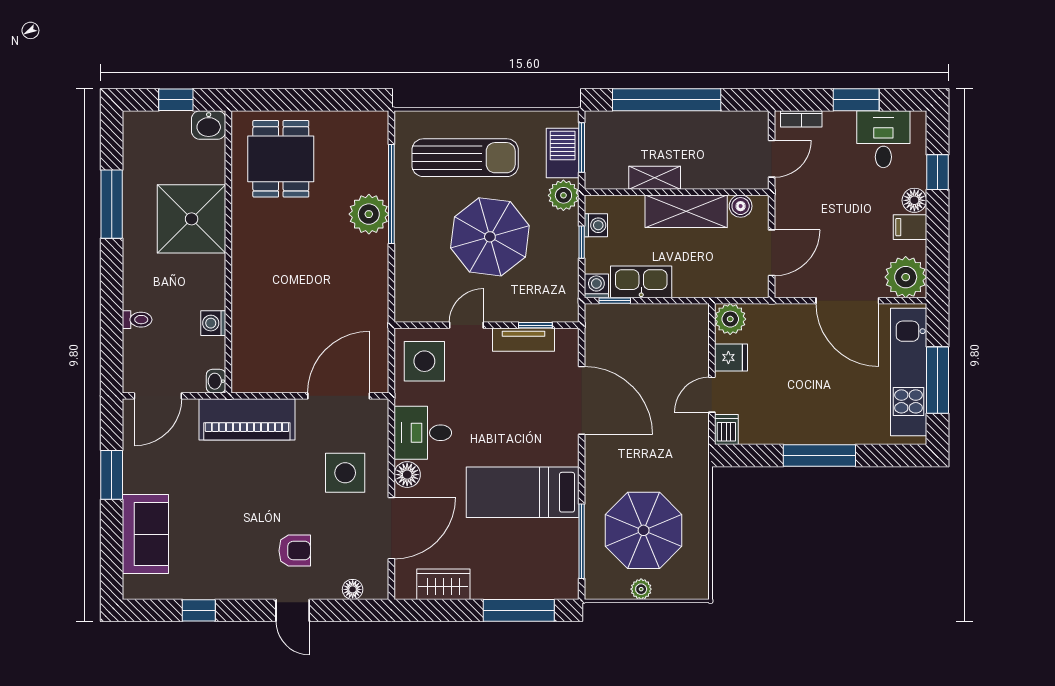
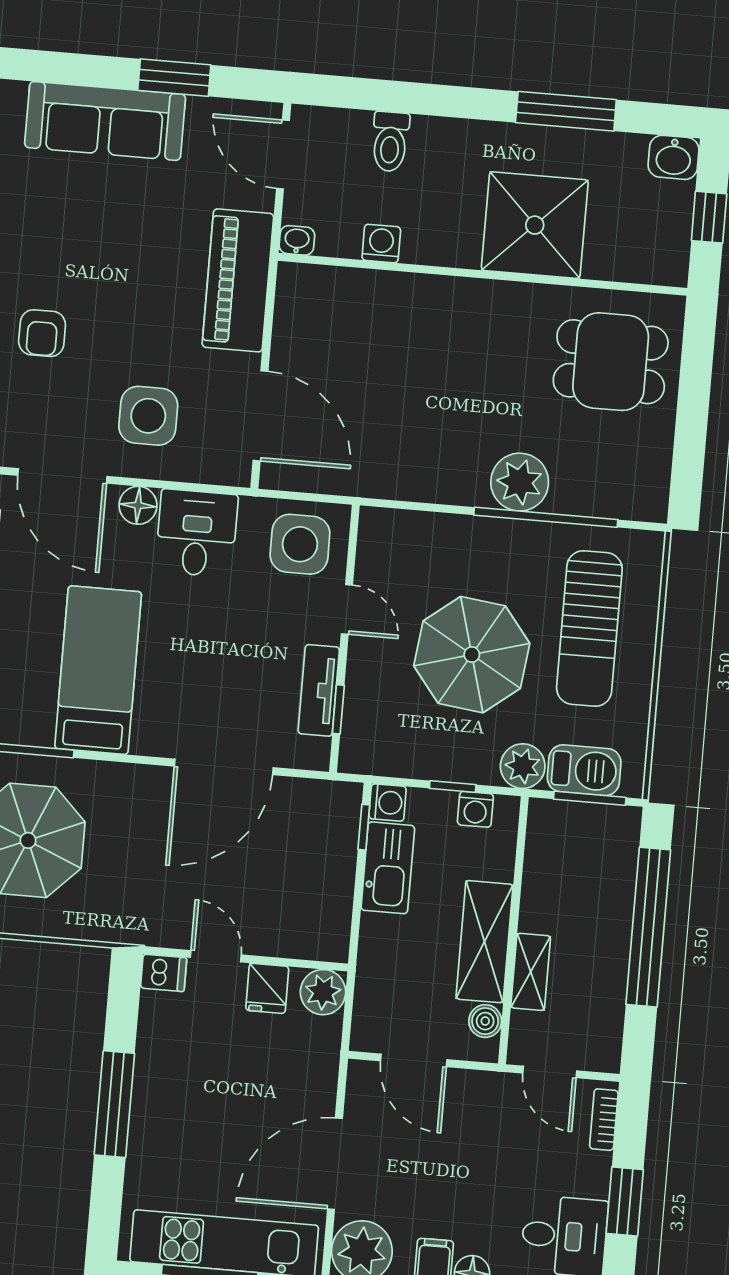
washbasin: (209, 125) -> (674, 157), moved, turned -90
shelving: (655, 178) -> (531, 972), moved
toilet: (137, 320) -> (390, 142), width x1.37, depth x1.39
sofa: (145, 534) -> (105, 121), width x1.36

